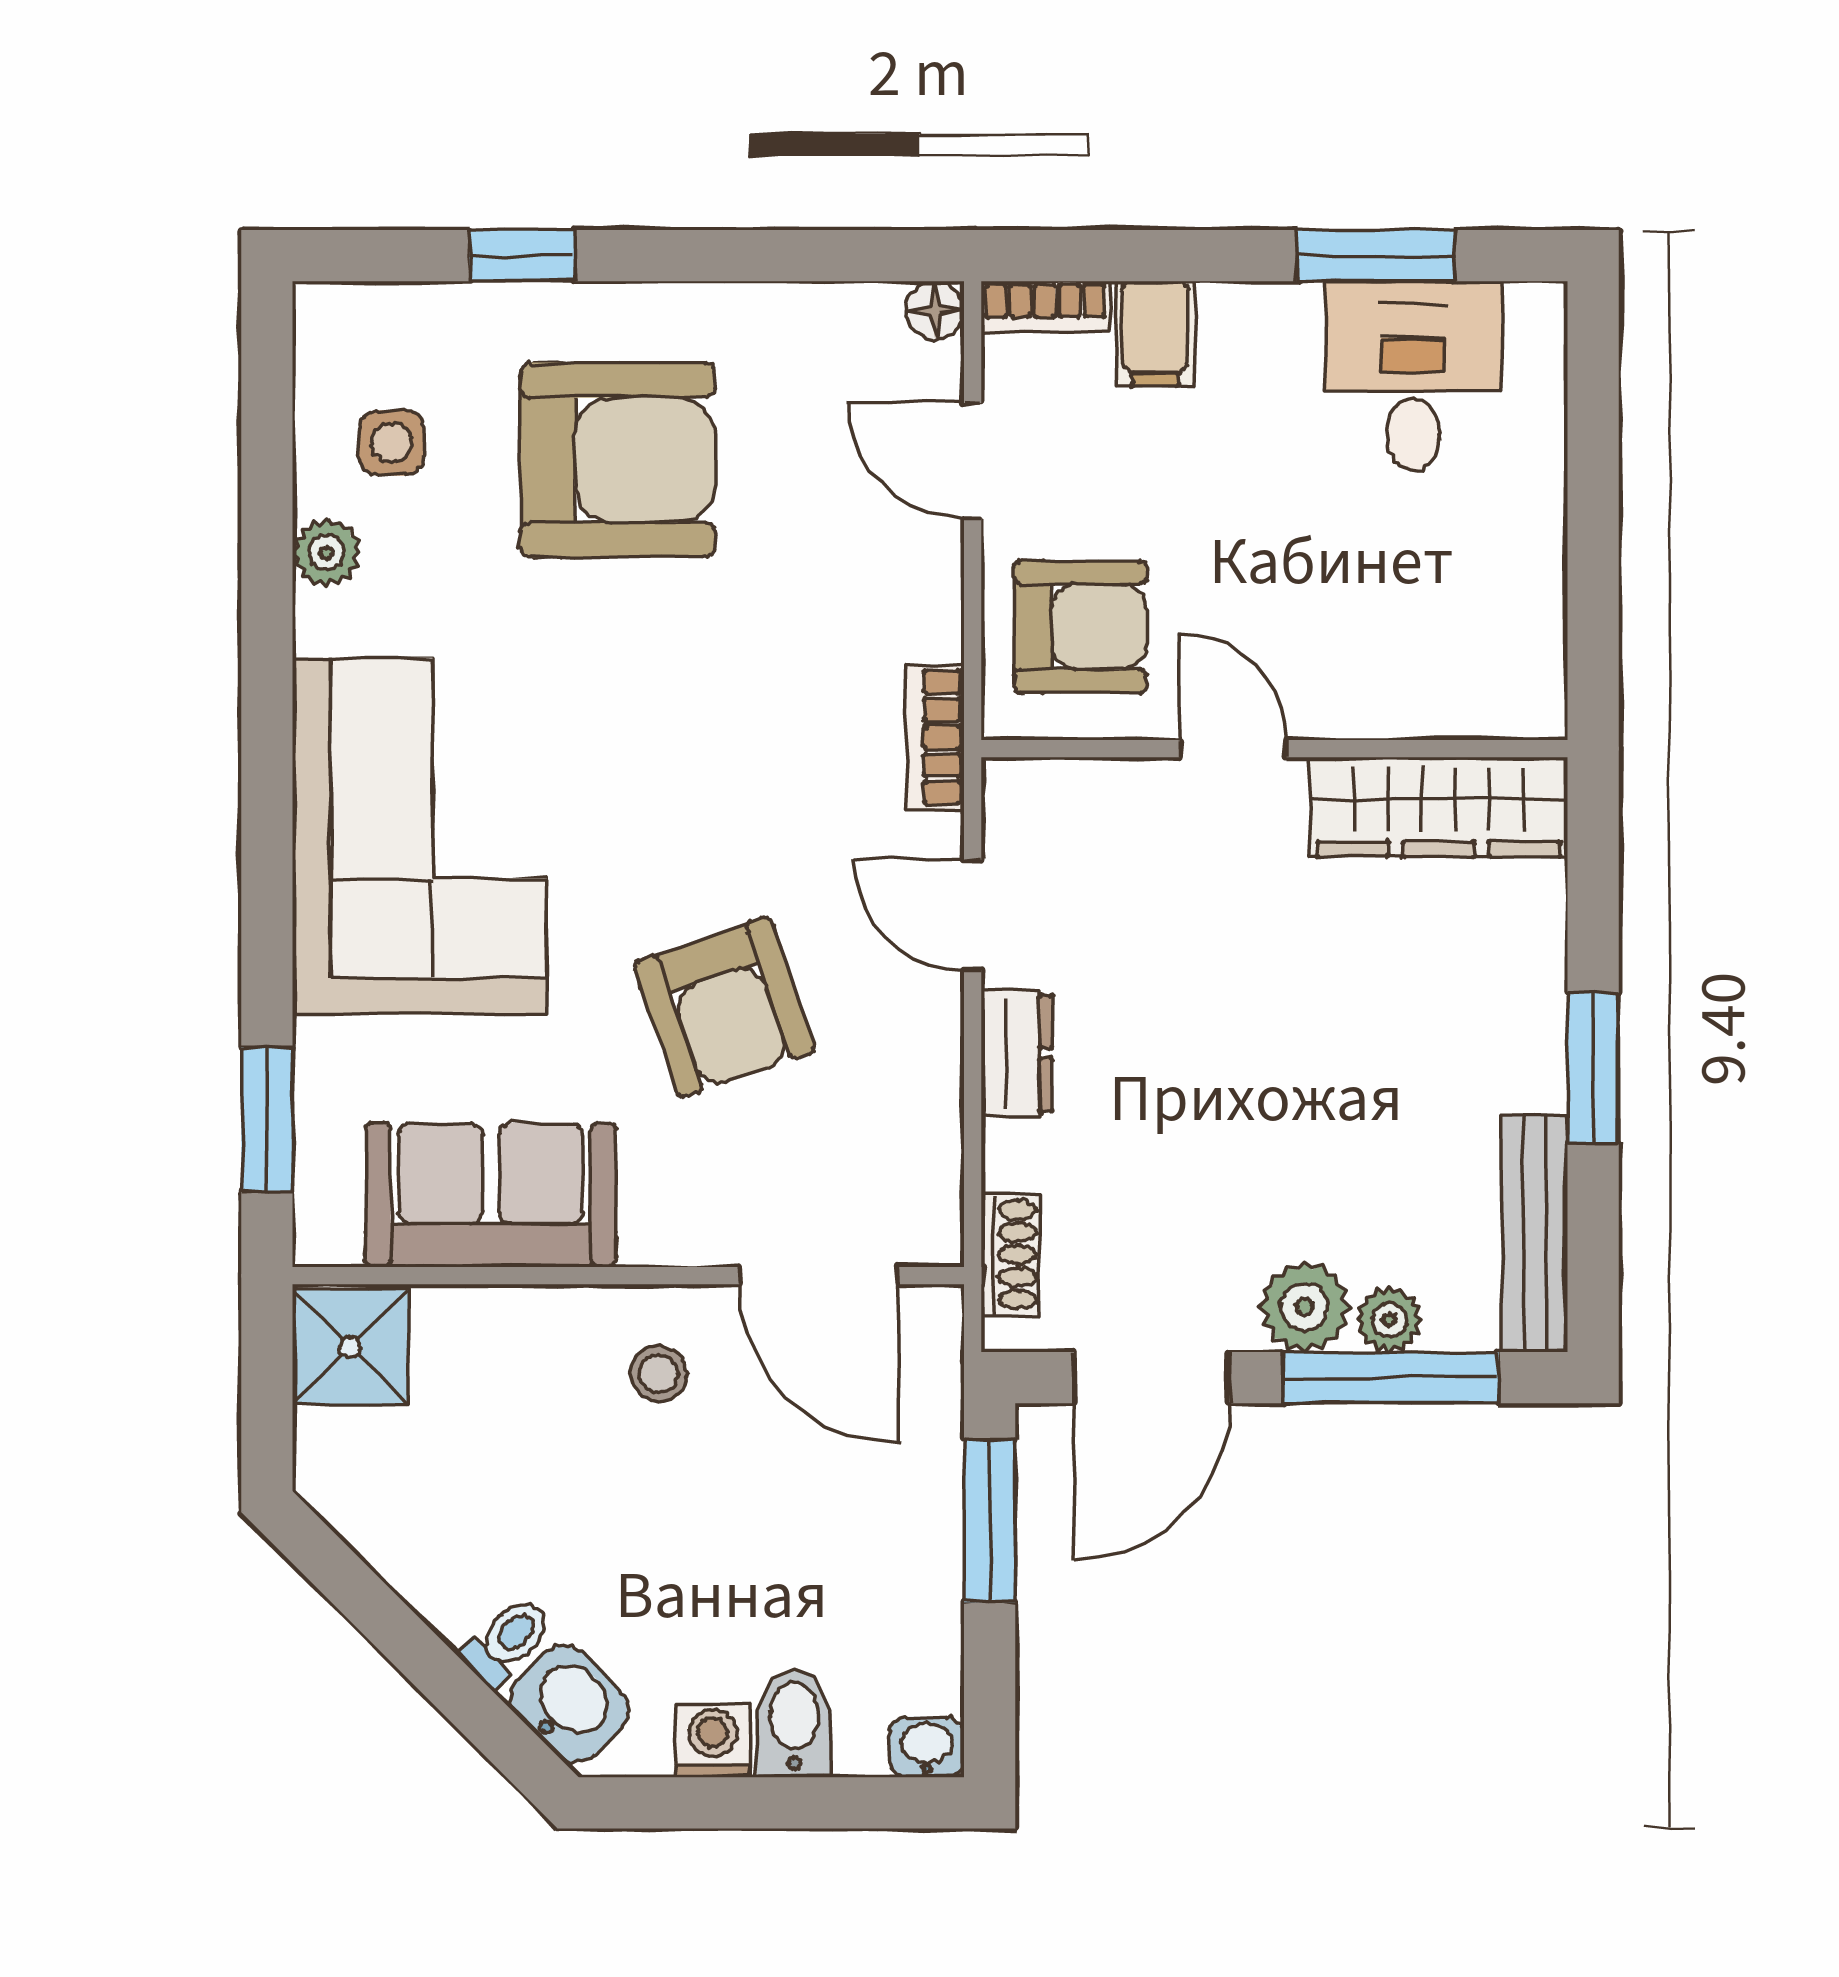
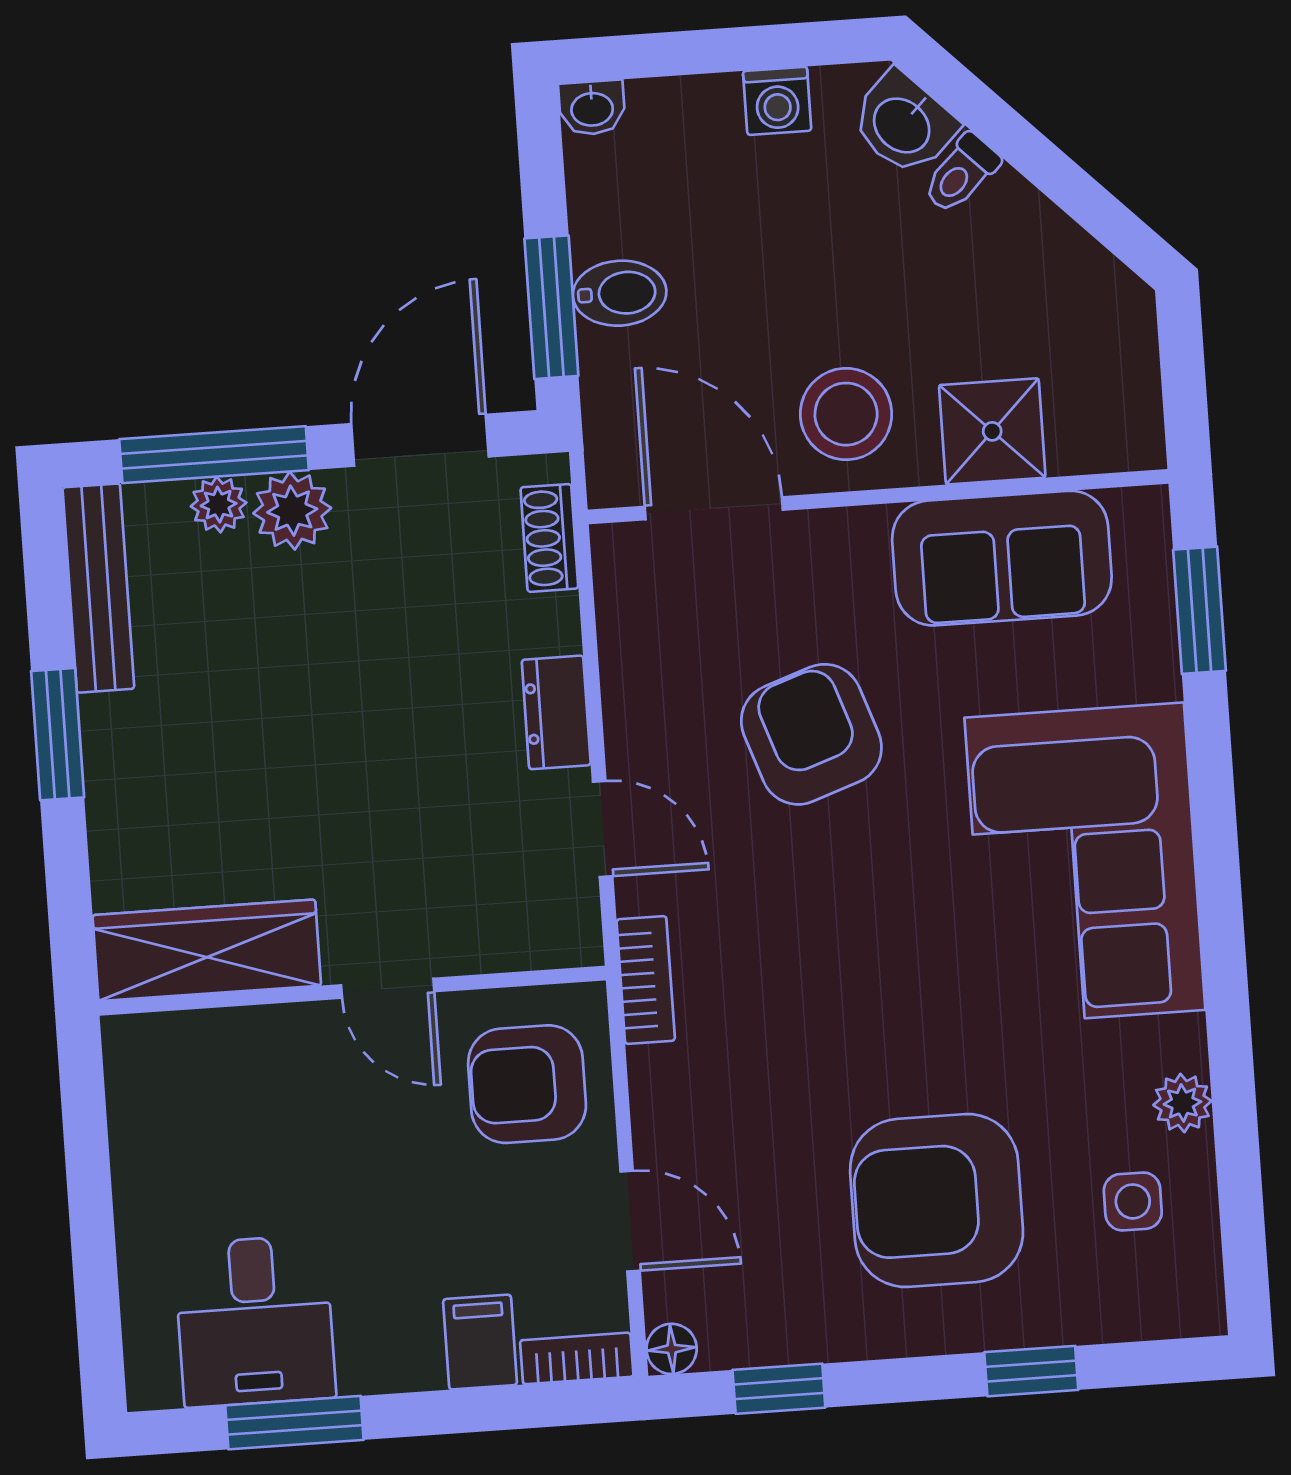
window: (815, 256) -> (779, 1389), added
shower: (350, 1347) -> (992, 431), moved
stool: (659, 1374) -> (846, 414), width x1.89, depth x1.89
bidet: (794, 1723) -> (620, 293), moved, turned -90

